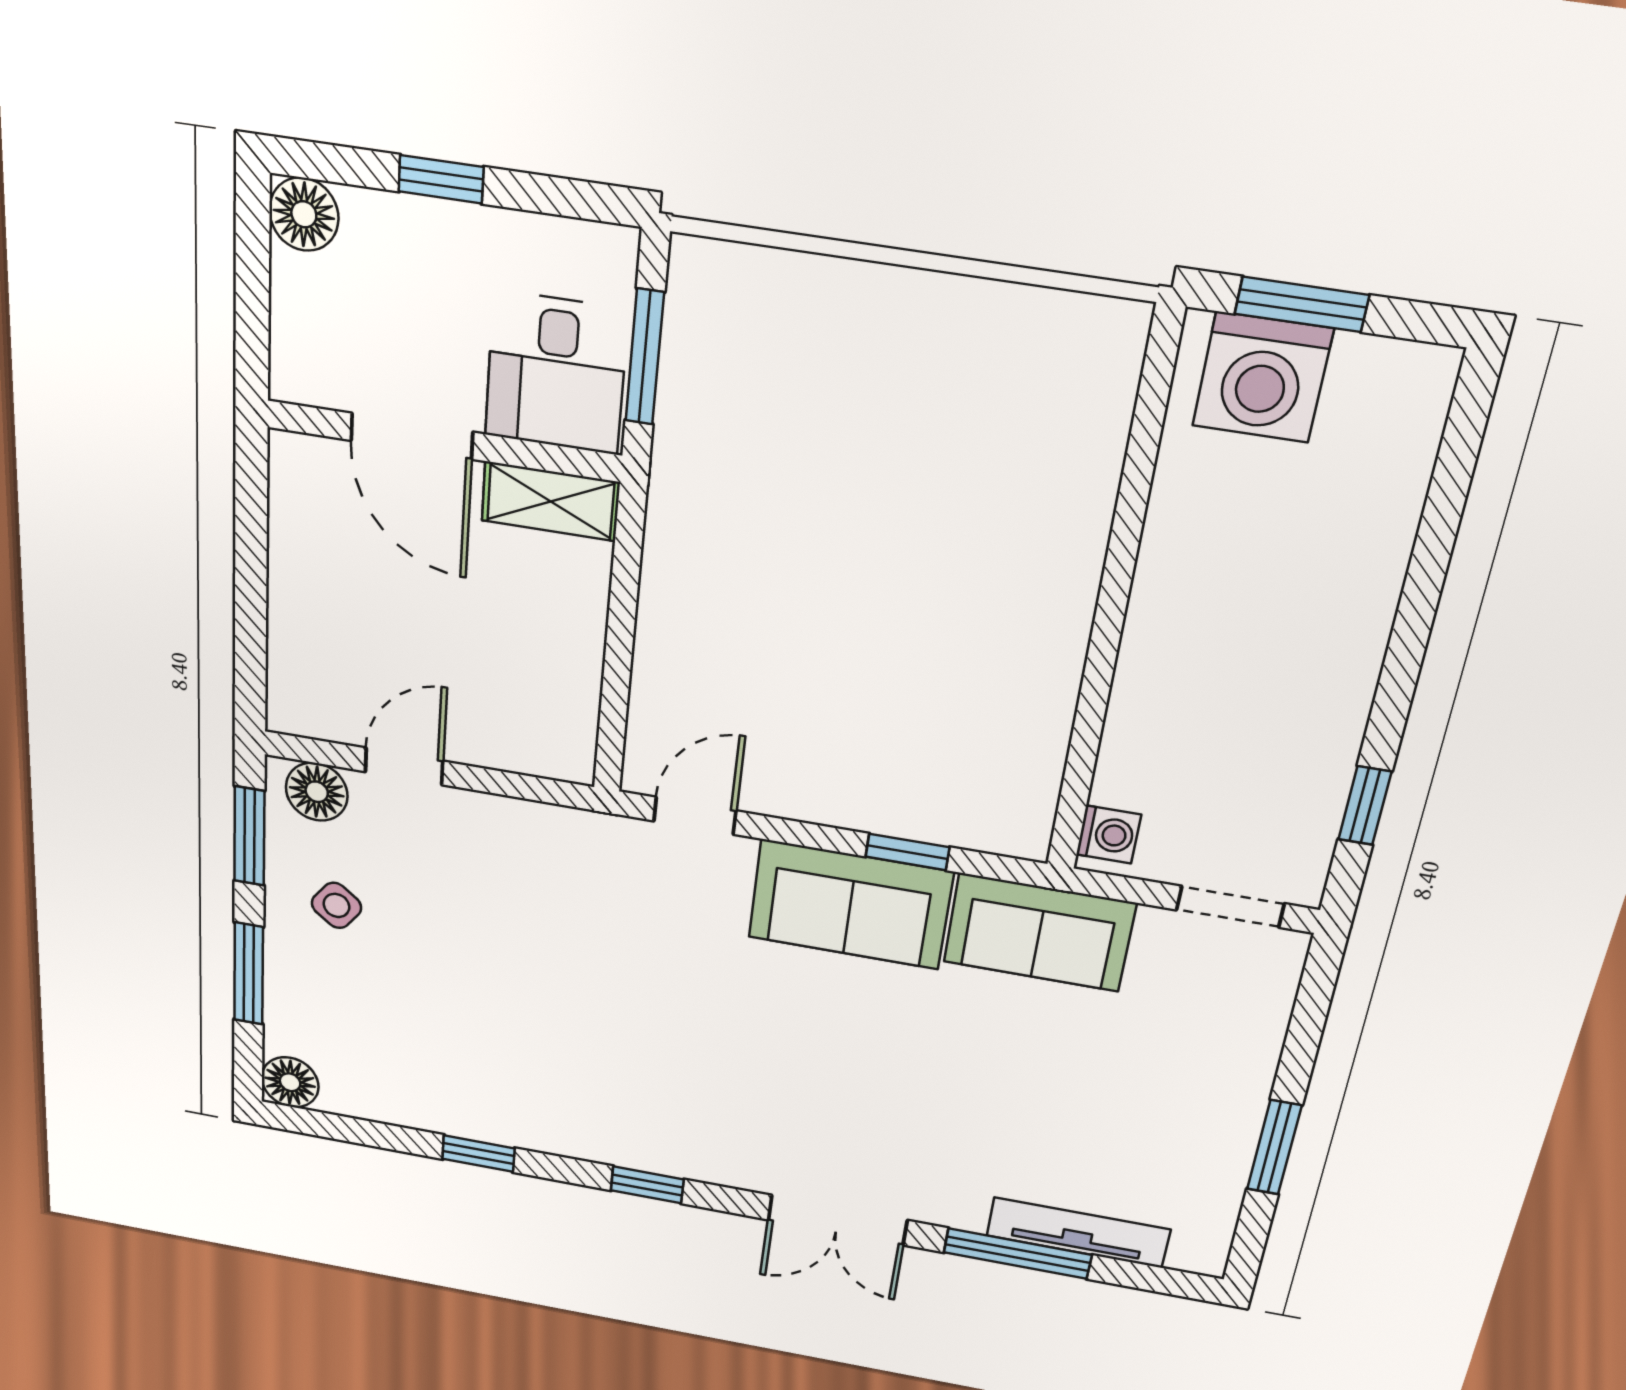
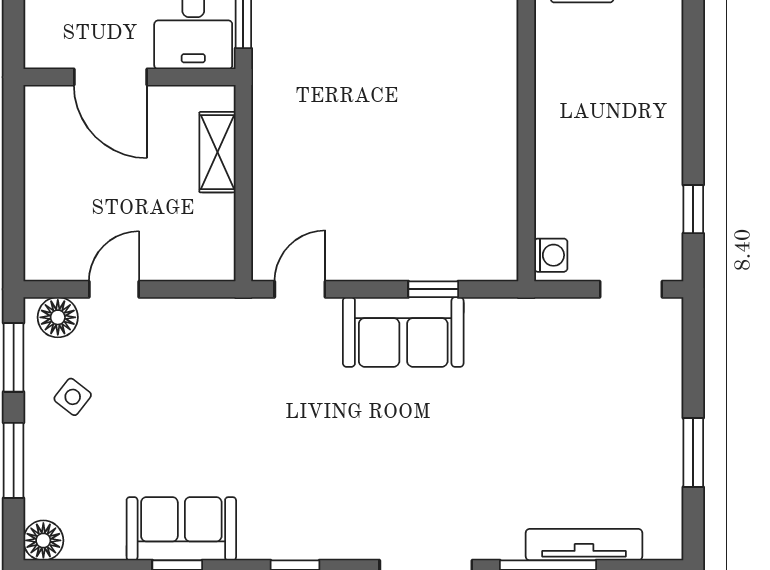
shelving: (550, 501) -> (217, 152), moved, turned 90
sofa: (1039, 932) -> (181, 529), moved, turned 180

